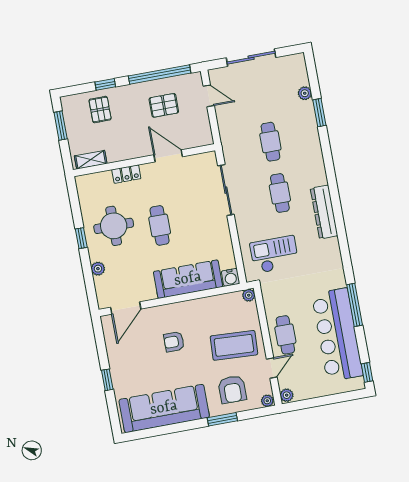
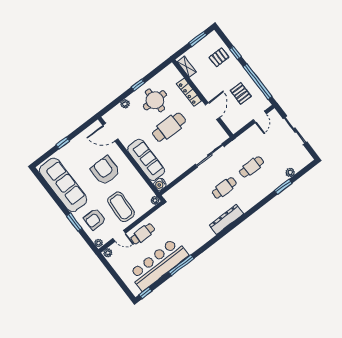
locker: (126, 174) -> (189, 92), width x1.53
cafe table: (160, 225) -> (169, 127), width x1.37, depth x1.35
checkout: (274, 255) -> (187, 203), removed
armchair: (174, 342) -> (105, 171), width x1.88, depth x1.88

